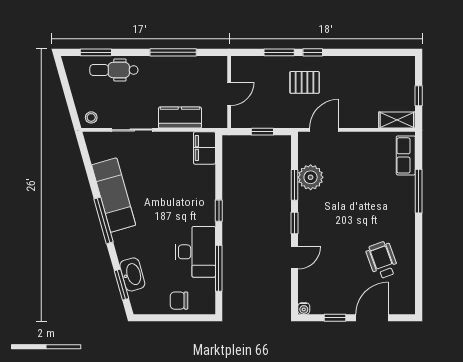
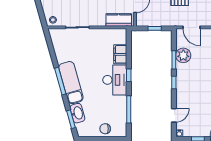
kitchen counter: (180, 118) -> (119, 20), moved
door: (324, 130) -> (191, 27), swing flipped
filing cabinet: (204, 148) -> (120, 54), moved
exam couch: (114, 195) -> (71, 83), moved
desk: (195, 252) -> (115, 80), moved
door: (295, 258) -> (174, 115), moved

